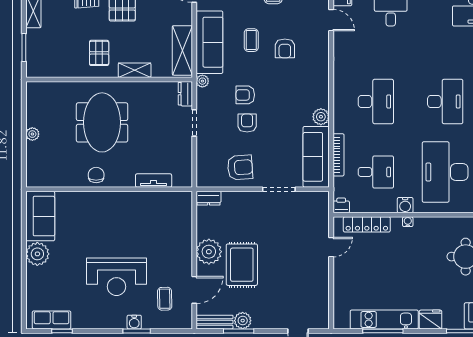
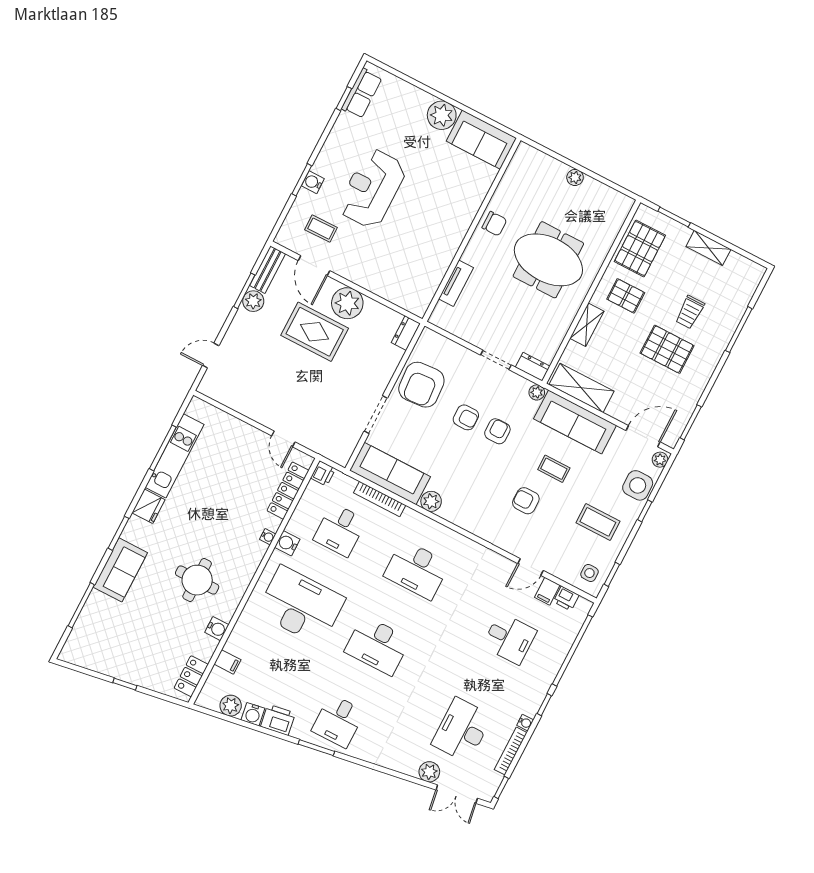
pallet: (59, 60) -> (640, 248), added
armchair: (240, 167) -> (421, 385), width x1.36, depth x1.36

